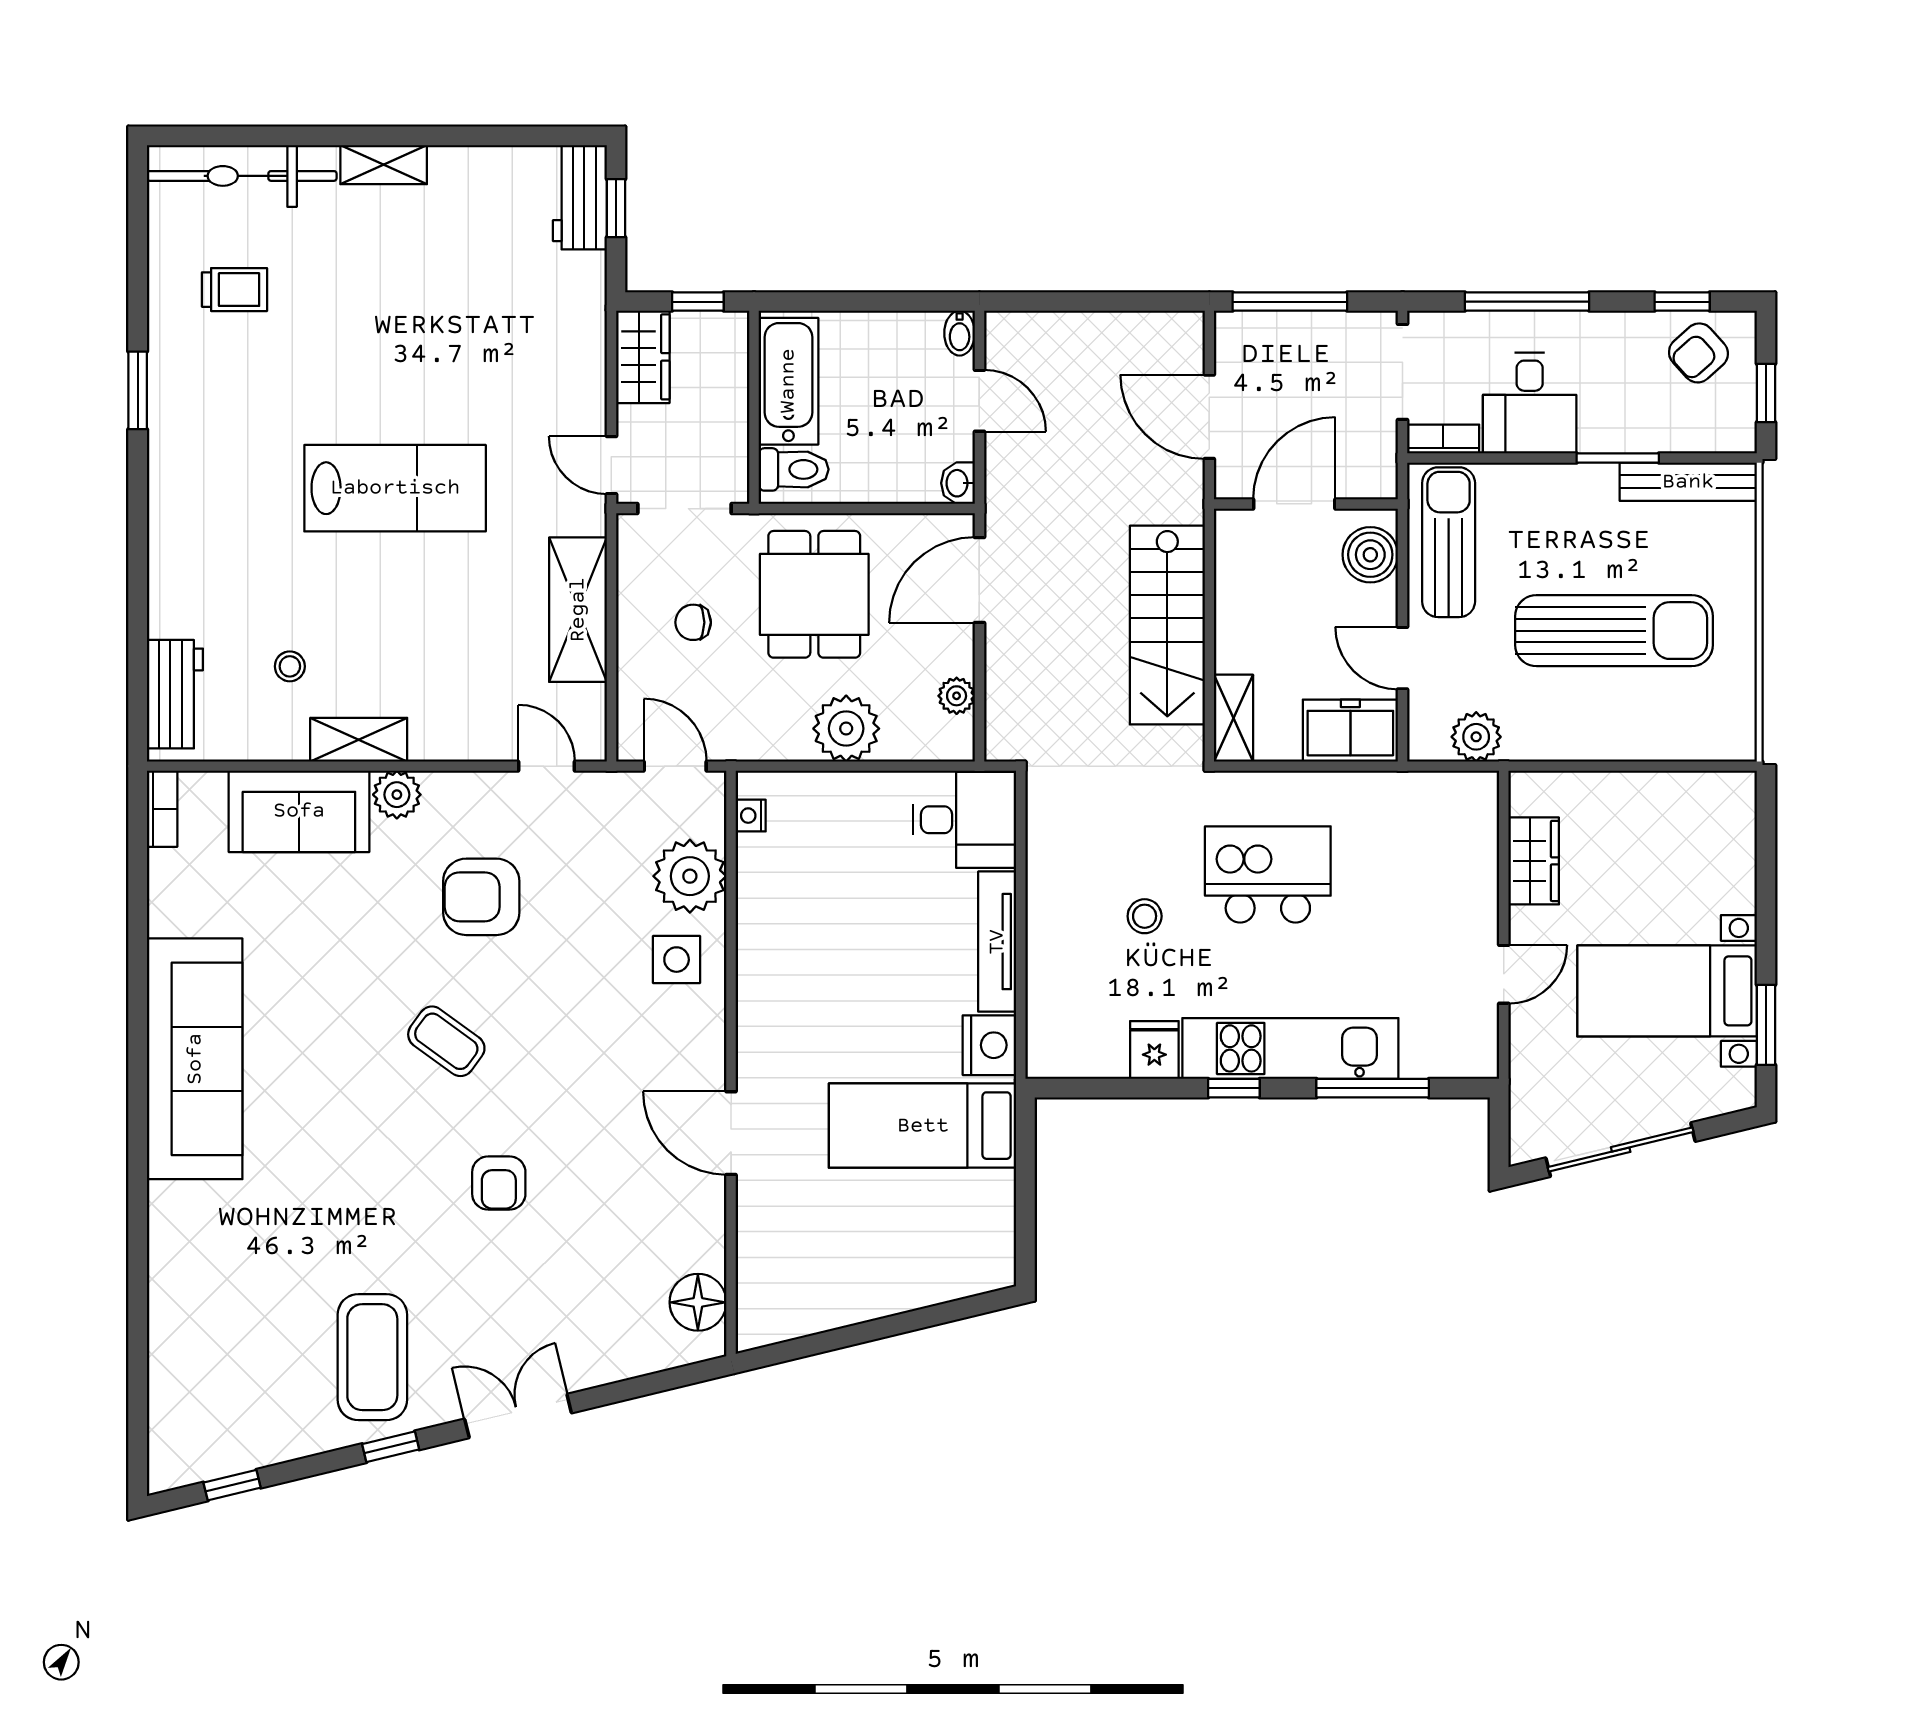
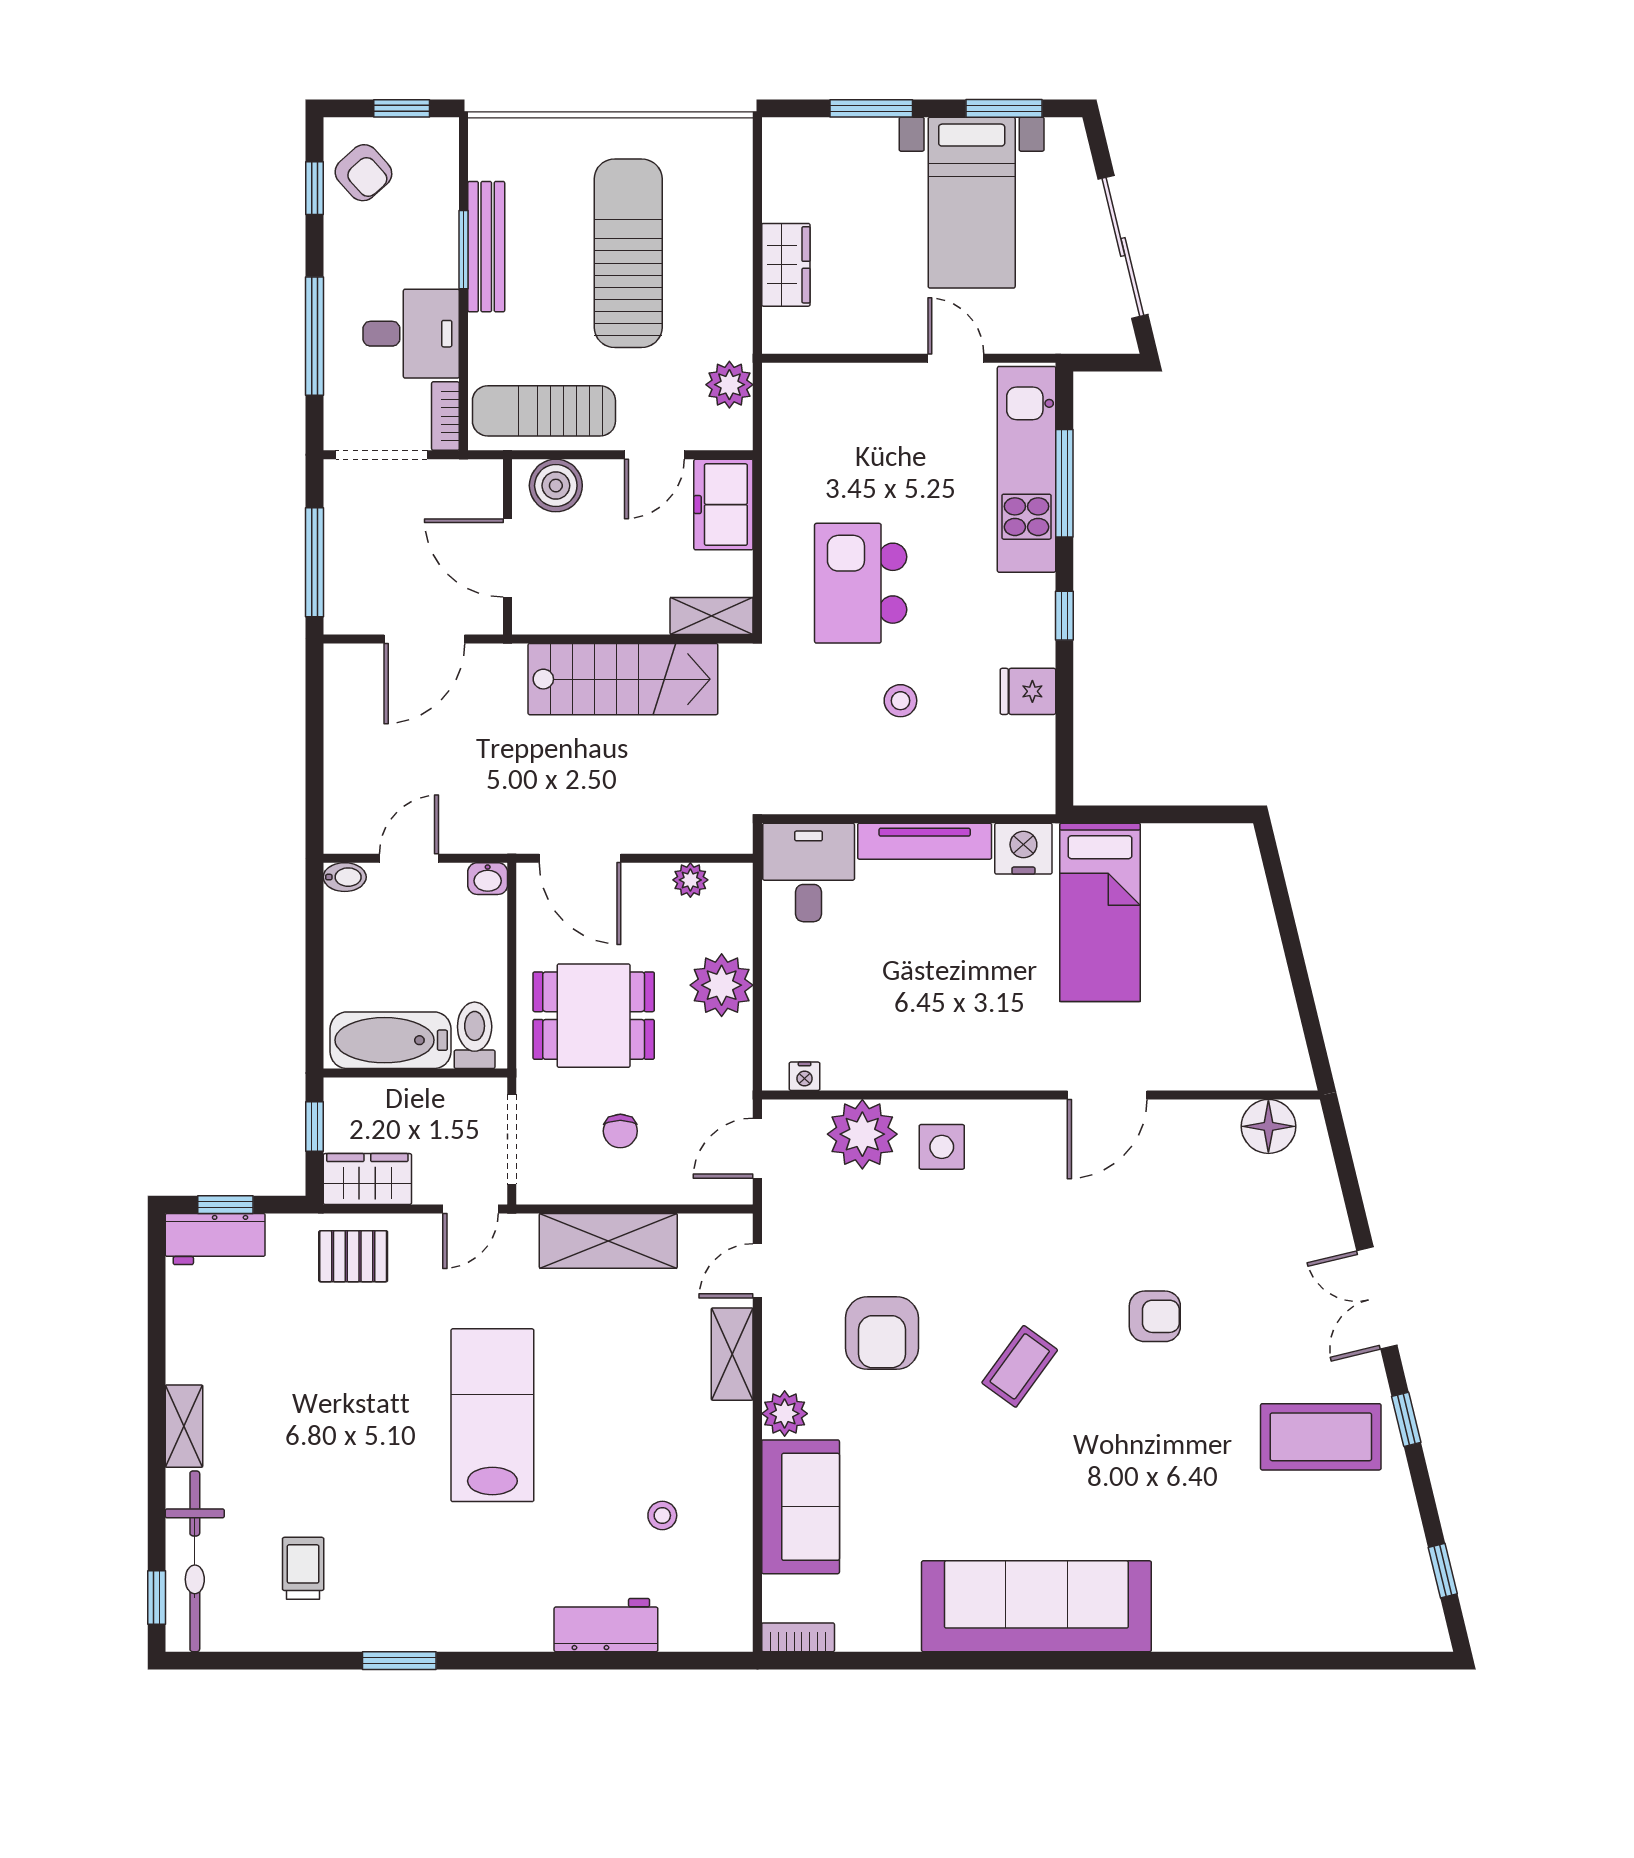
window: (204, 136) -> (157, 1597), added
pallet: (562, 342) -> (353, 1256), added
bench: (1688, 482) -> (486, 247), moved
workbench: (175, 694) -> (606, 1625), moved
shelving: (359, 740) -> (732, 1354), moved
wardrobe: (1534, 861) -> (786, 265), moved, turned 90
window: (1766, 886) -> (871, 108), added
kitchen unit: (1290, 1048) -> (1027, 469), moved

